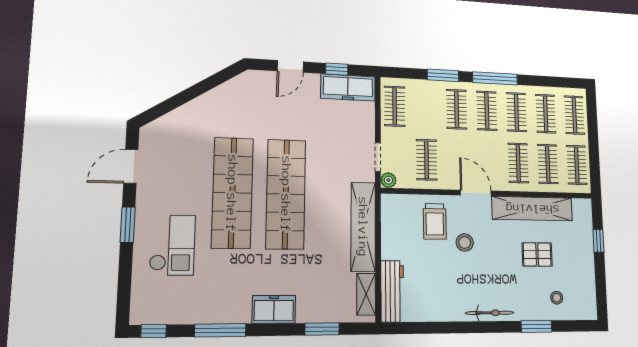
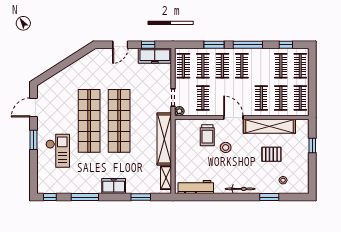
window: (552, 82) -> (286, 45), added
clothes rail: (516, 112) -> (203, 66), moved
workbench: (392, 291) -> (196, 187), moved, turned -90

